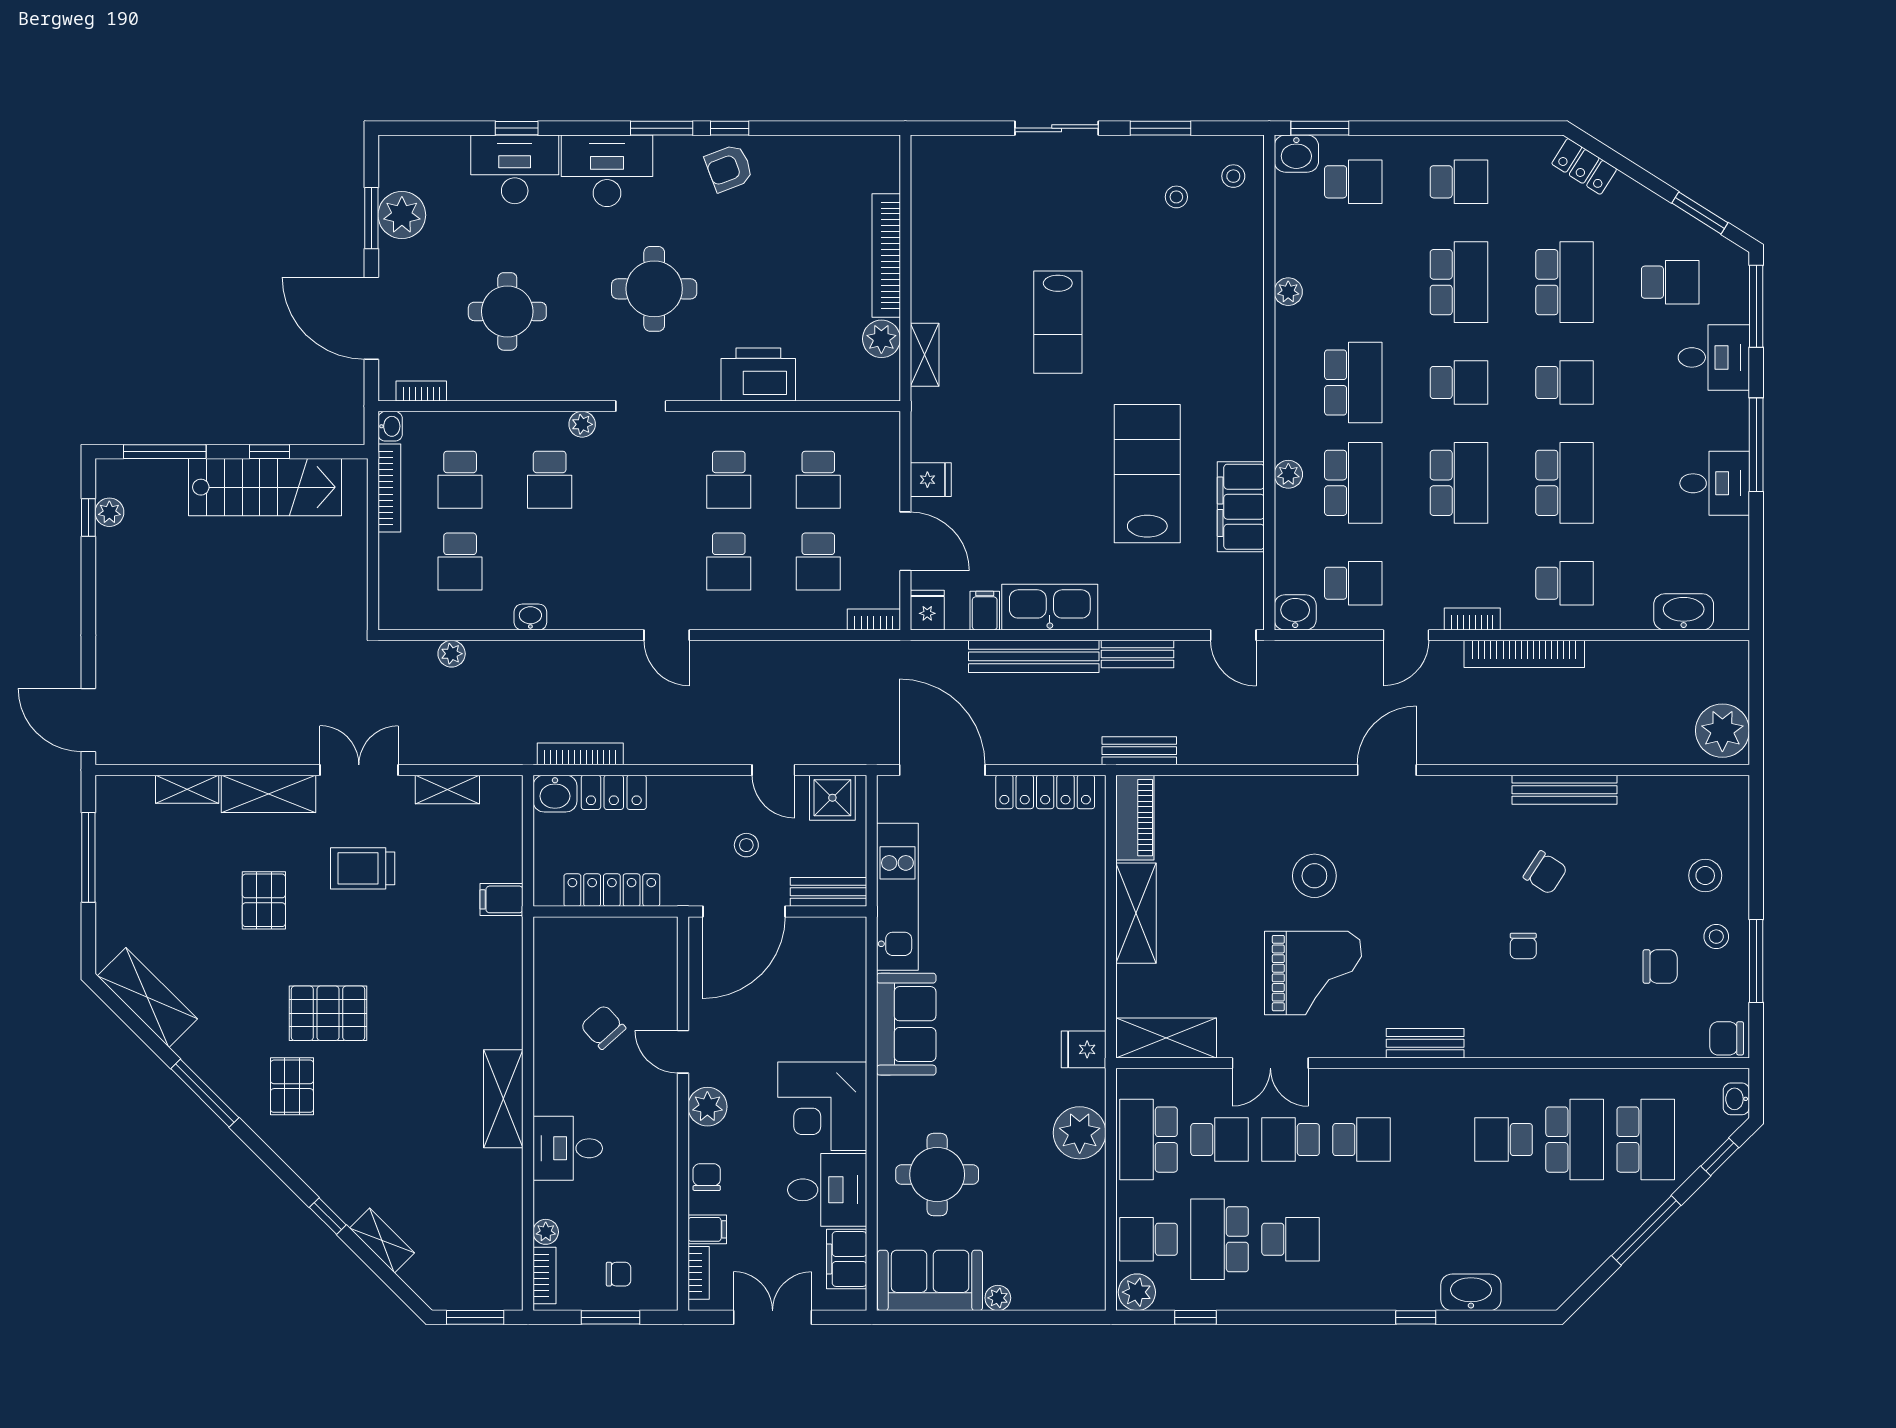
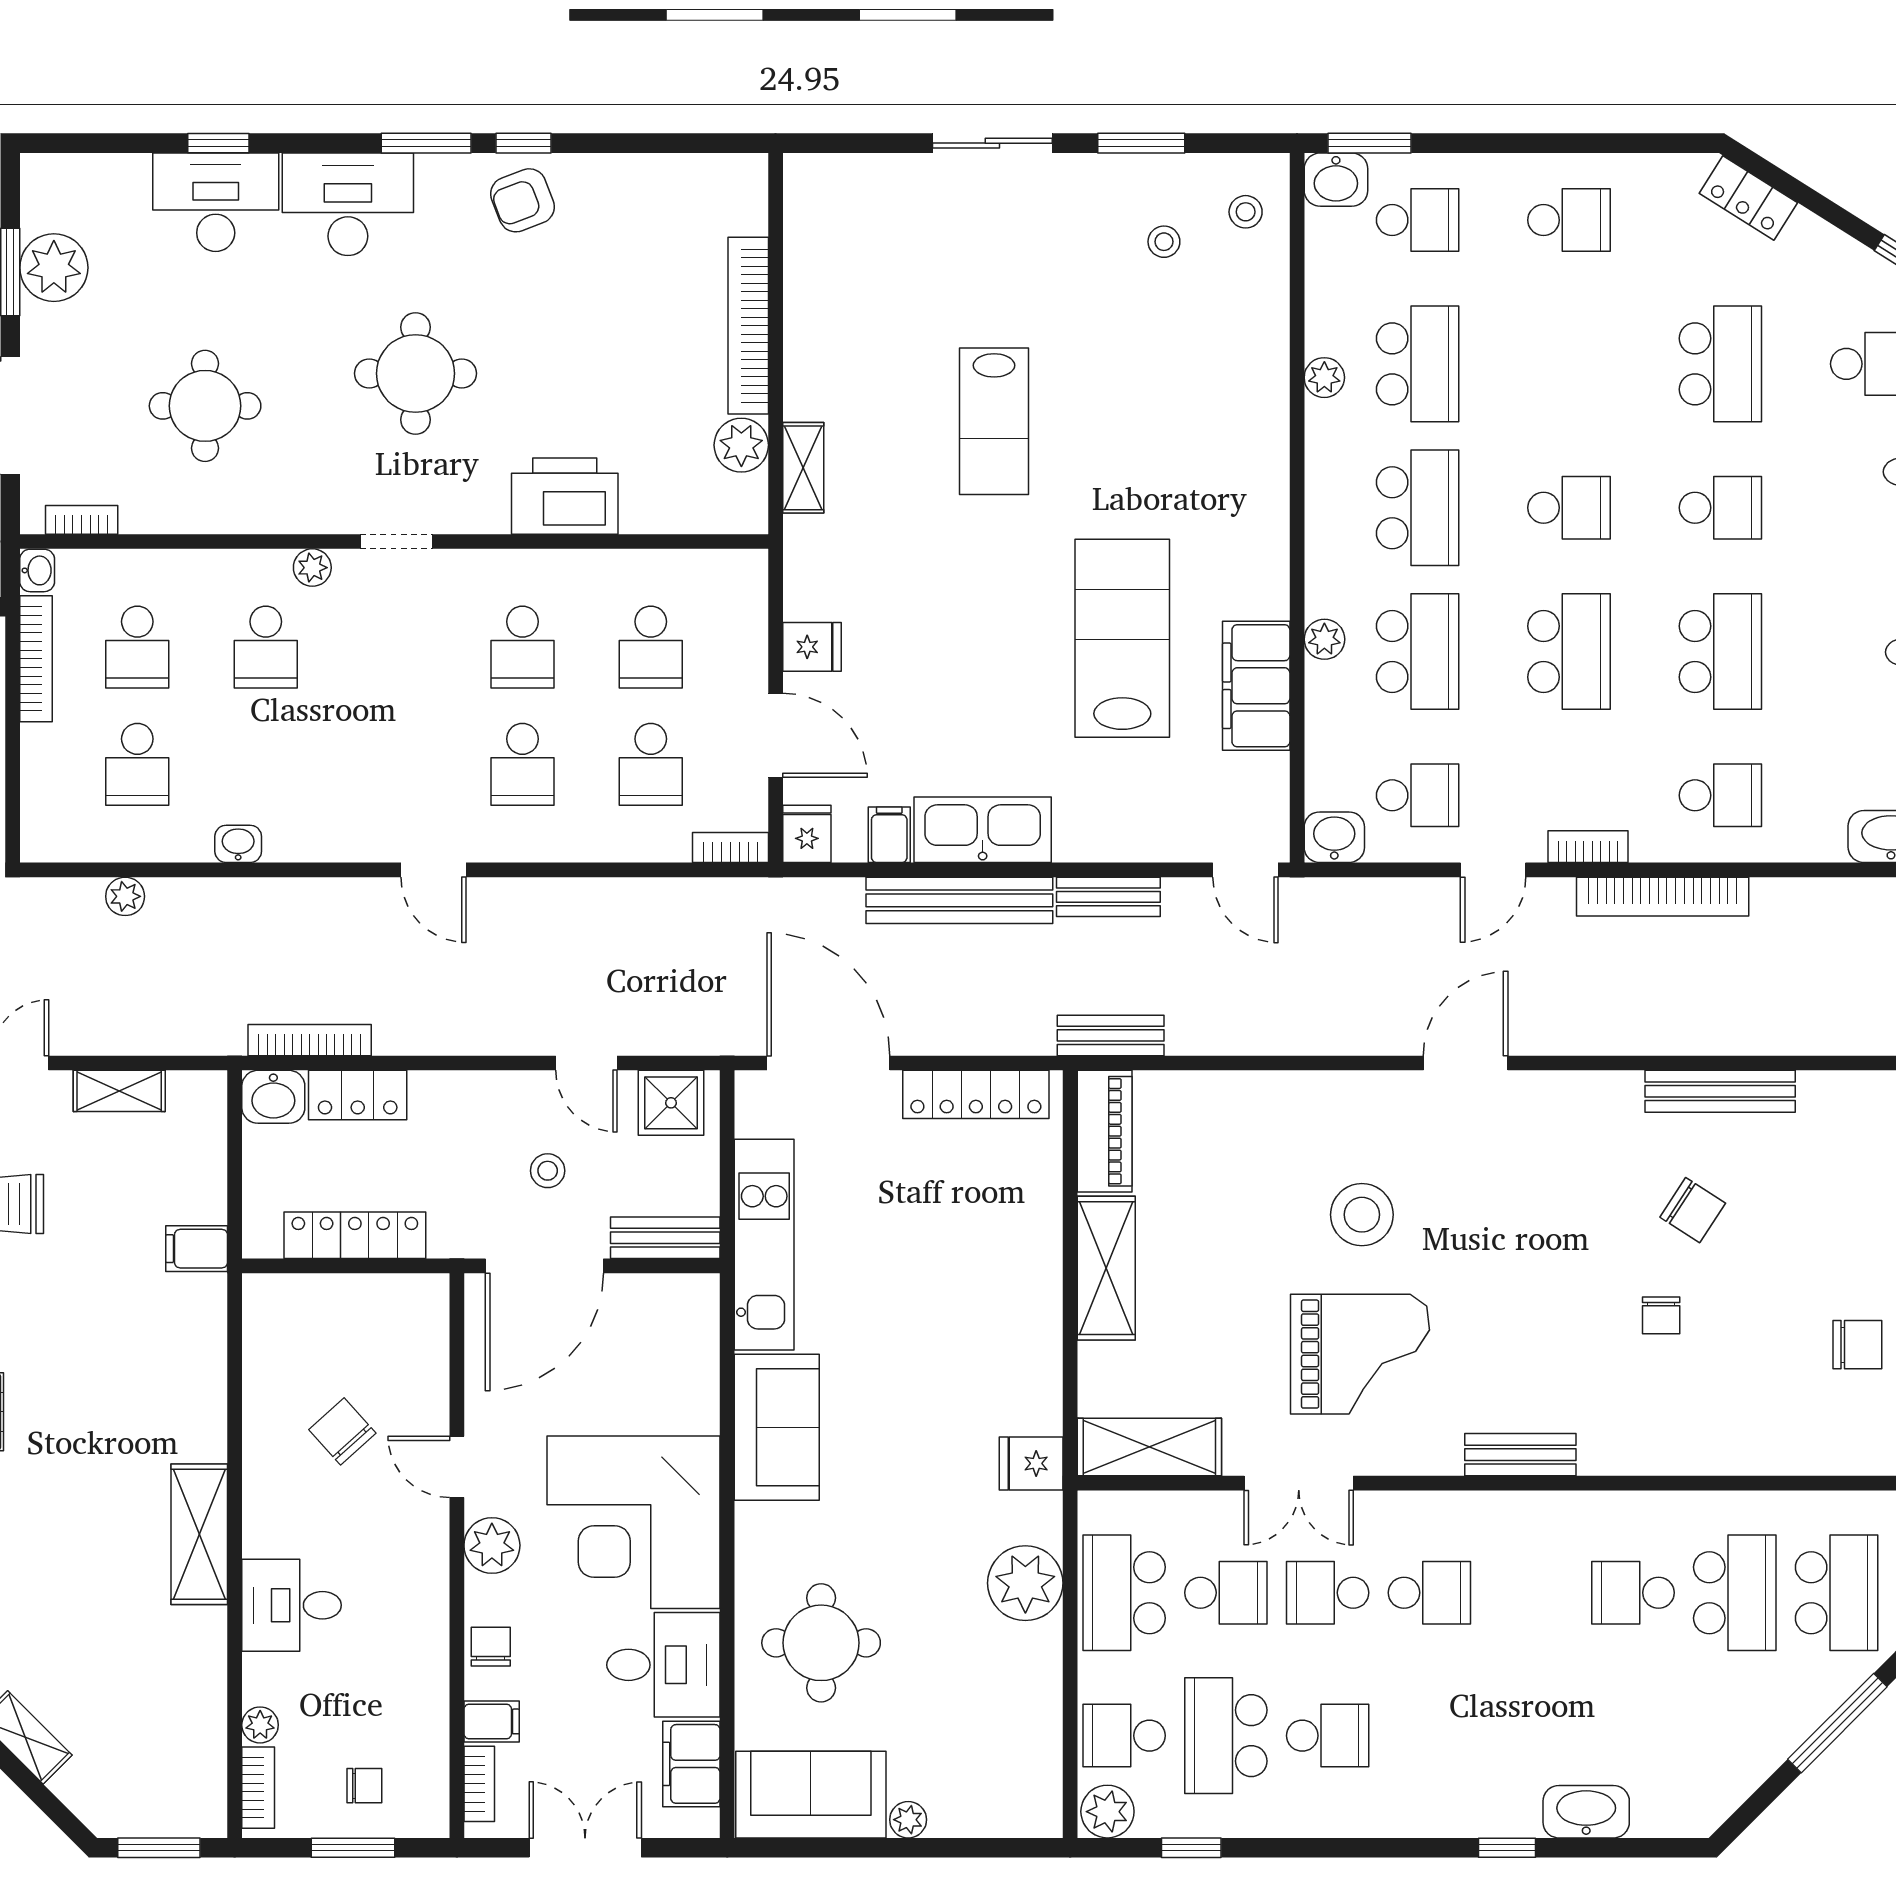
school desk: (1459, 282) -> (1418, 364), moved
corner desk: (822, 1106) -> (634, 1522), width x1.36, depth x1.36

